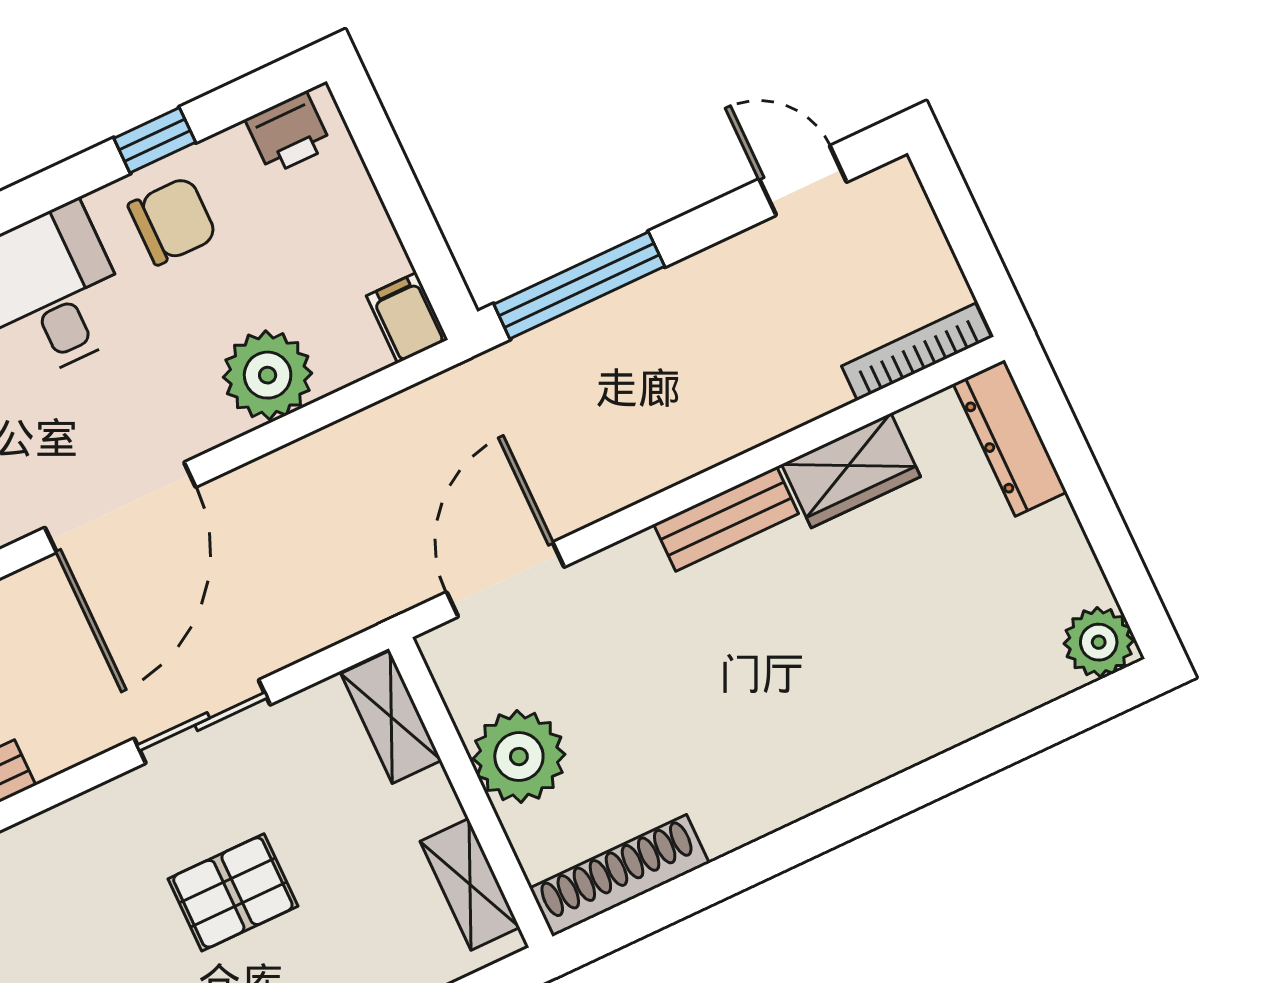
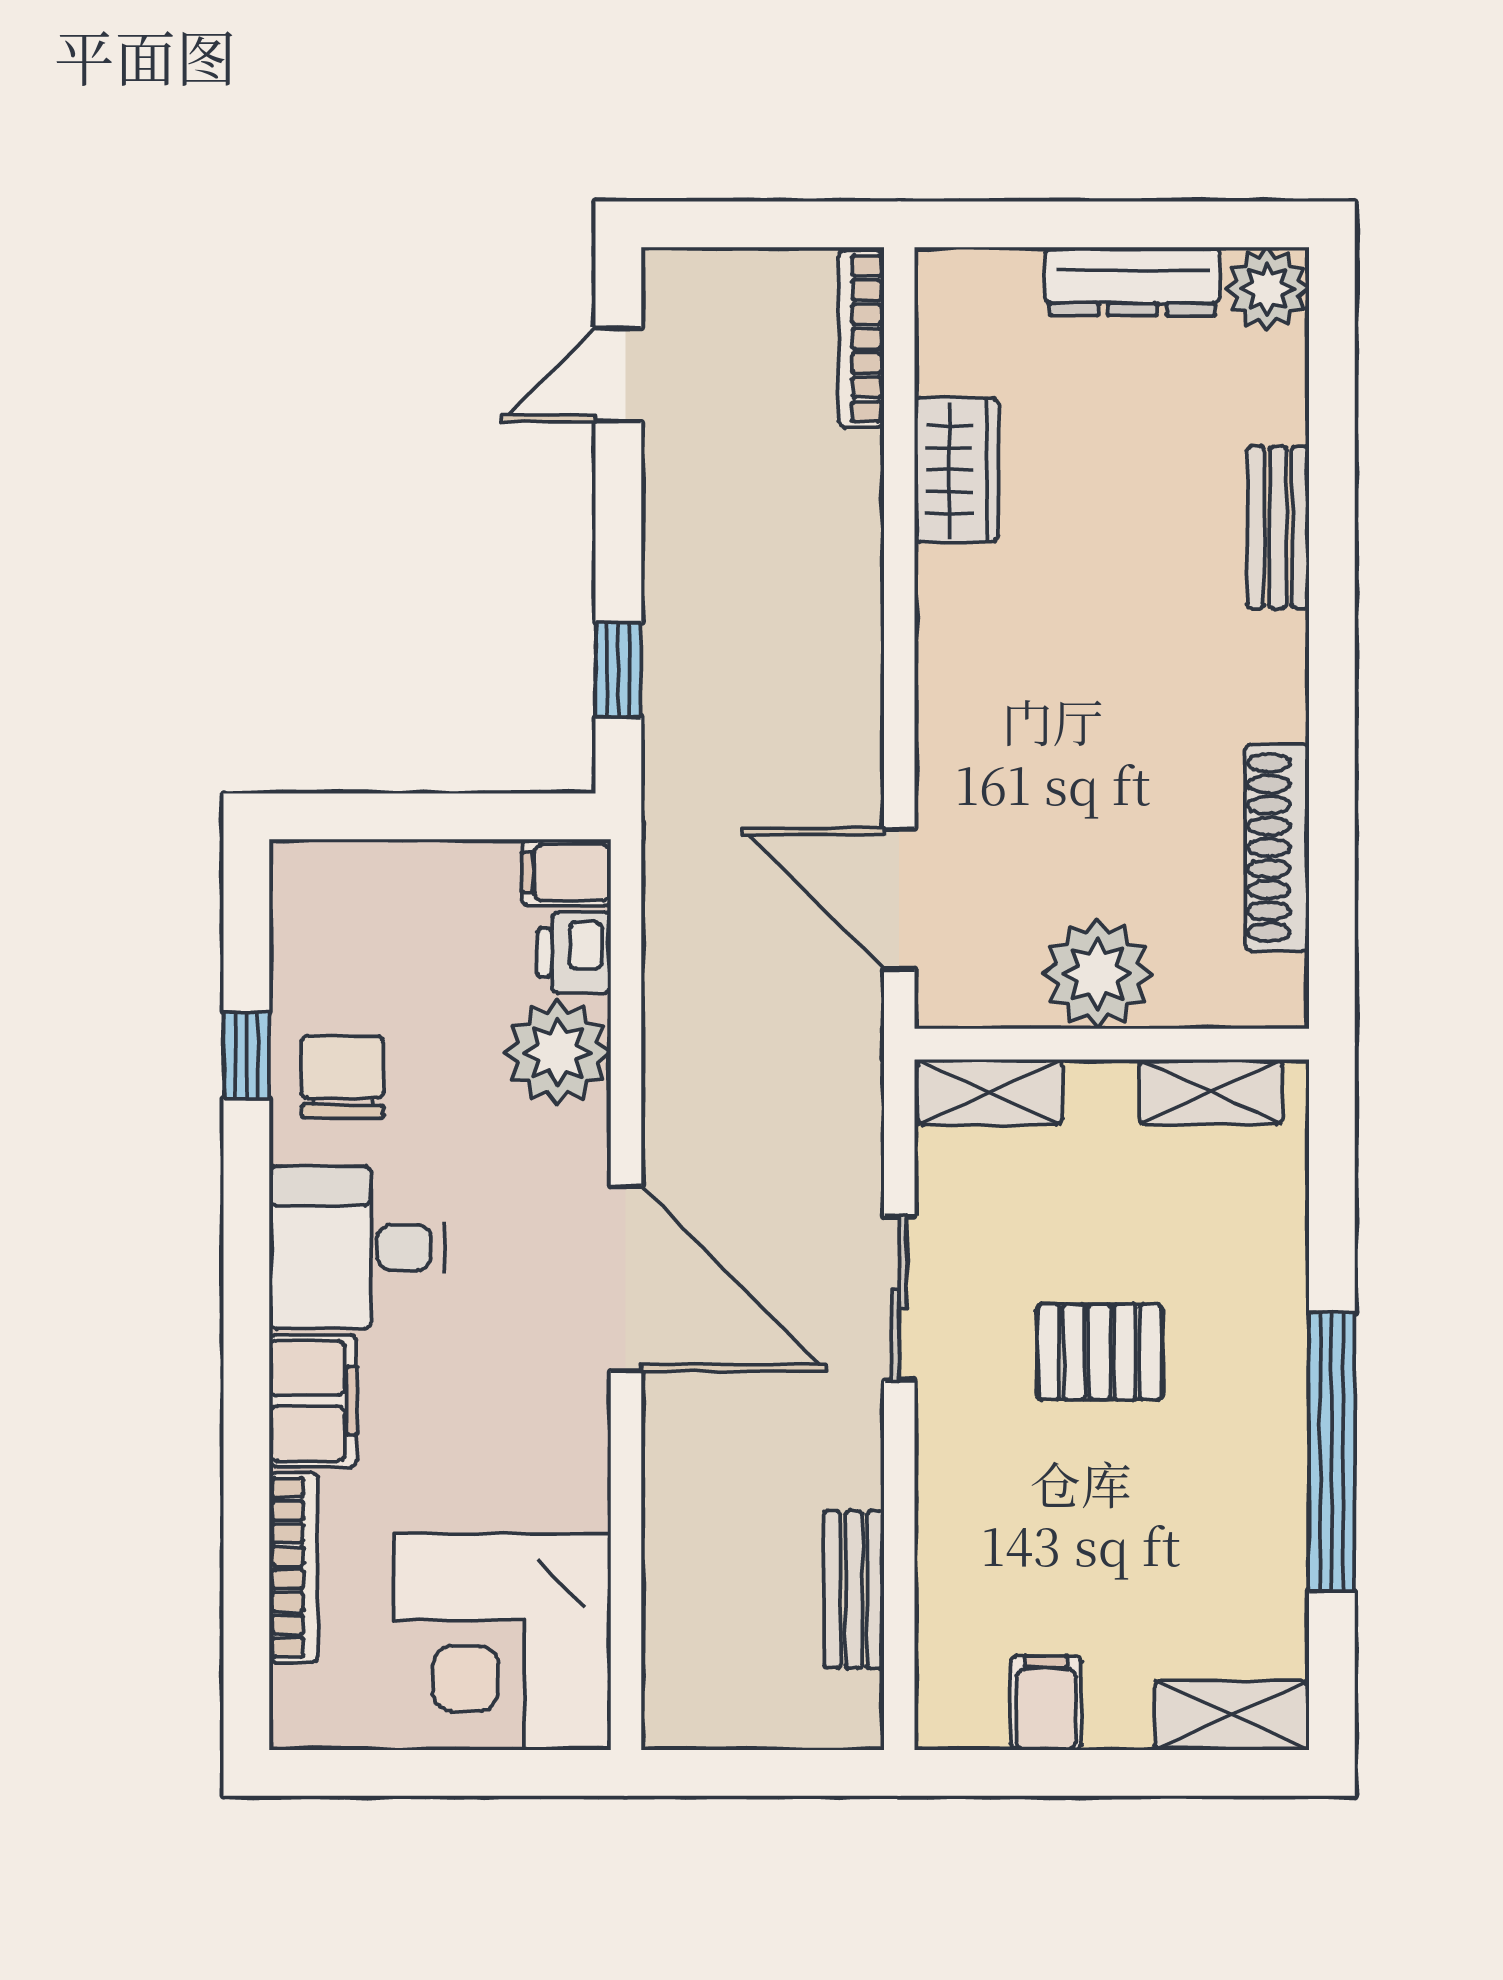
printer: (288, 133) -> (574, 953), moved, turned 180
window: (579, 285) -> (618, 670), width x0.46
dresser: (1010, 438) -> (1132, 281), moved
bench: (726, 519) -> (1278, 527), moved
shoe rack: (619, 876) -> (1277, 847), moved
pallet: (233, 892) -> (1100, 1352), turned 90

